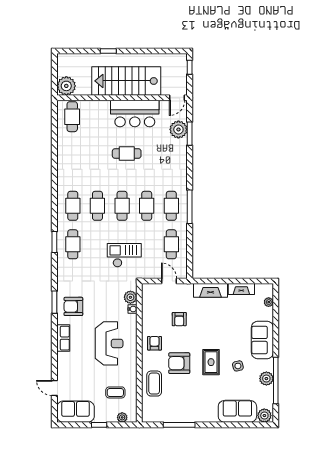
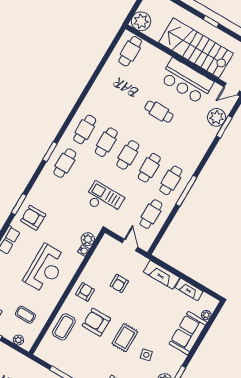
window: (108, 51) -> (211, 22), moved
sofa: (262, 340) -> (188, 333), moved

